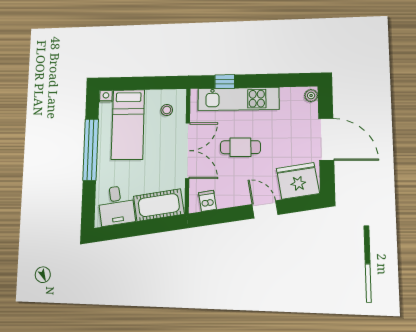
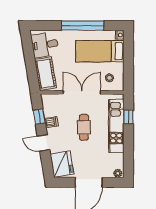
double door: (188, 151) -> (82, 92), swing flipped
dishwasher: (207, 201) -> (51, 122), moved
door: (265, 209) -> (44, 143), swing flipped
window: (224, 216) -> (39, 117), added

